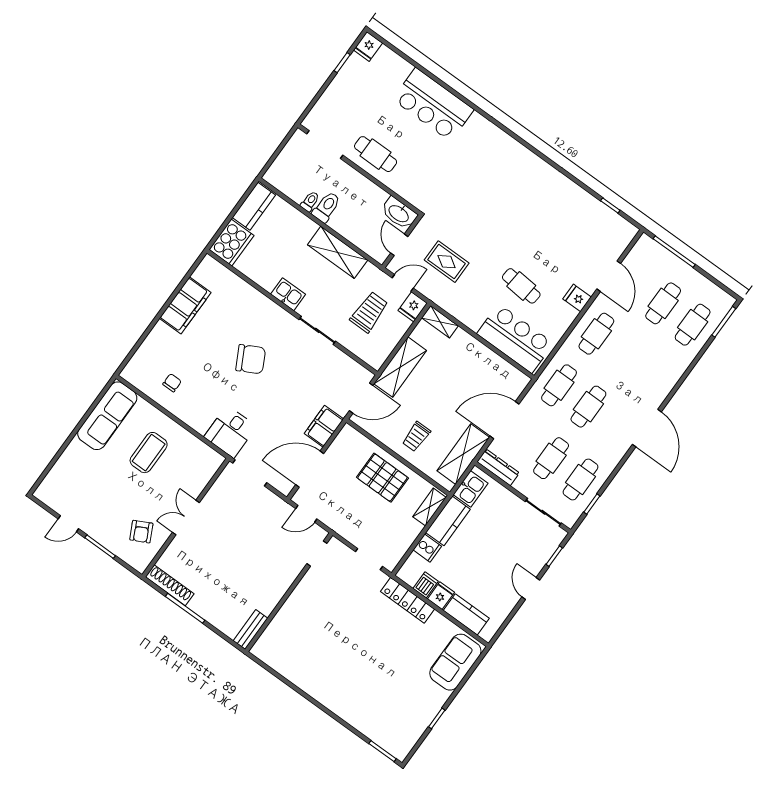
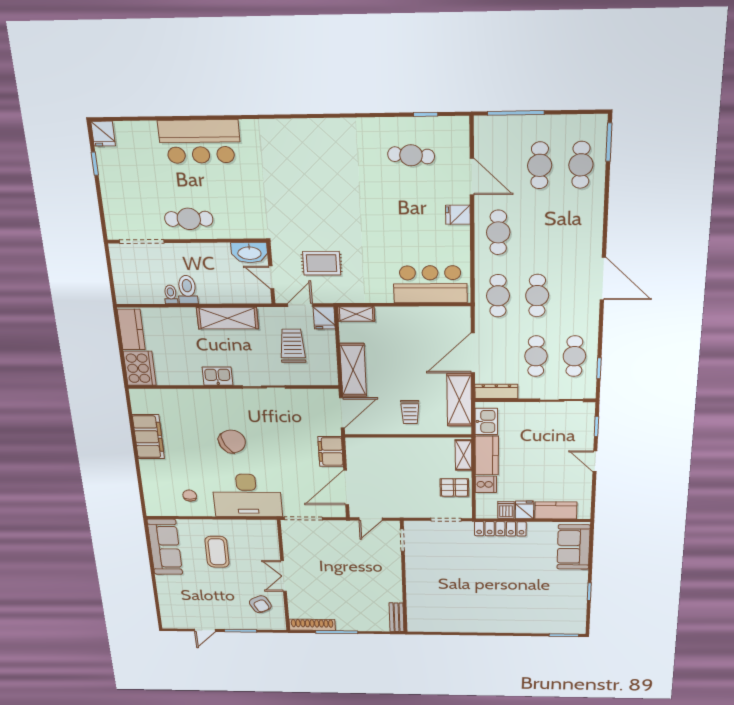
cafe table: (521, 286) -> (411, 155), moved
desk: (230, 432) -> (247, 496), width x1.87, depth x1.30
pallet: (382, 478) -> (454, 487), moved, width x0.67, depth x0.71

